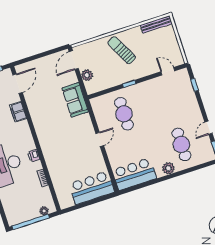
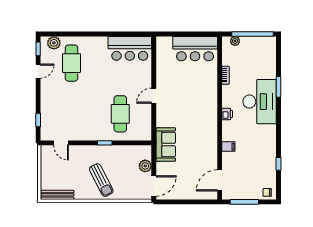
filing cabinet: (18, 112) -> (228, 147), width x0.50
printer: (34, 156) -> (227, 114), moved
plant: (168, 168) -> (54, 43), moved
bar counter: (92, 188) -> (195, 49), moved

